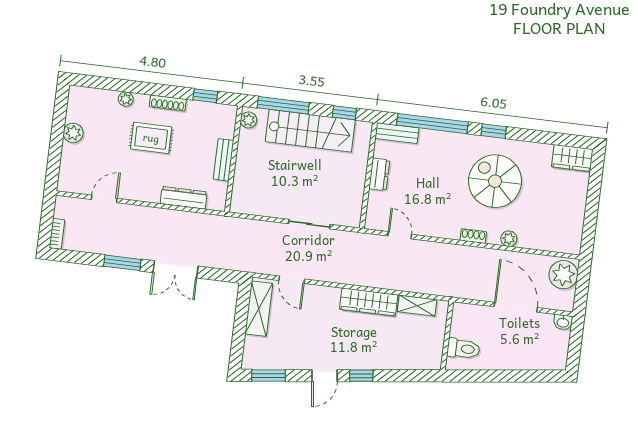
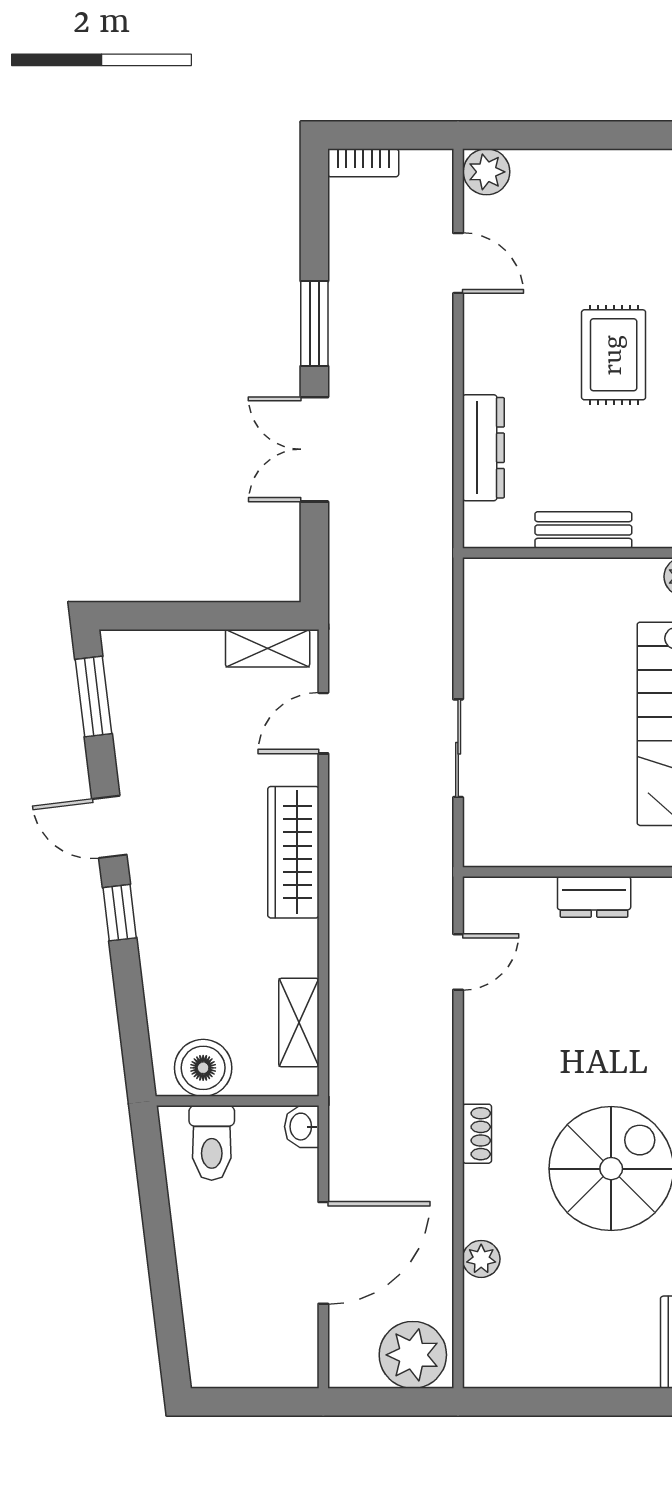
plant: (73, 133) -> (487, 172), moved
plant: (509, 239) -> (481, 1259), moved
wardrobe: (369, 302) -> (293, 852), moved
shelving: (259, 309) -> (268, 648), width x0.67, depth x0.75
washbasin: (563, 322) -> (302, 1127), moved
boiler: (431, 348) -> (203, 1068), added

